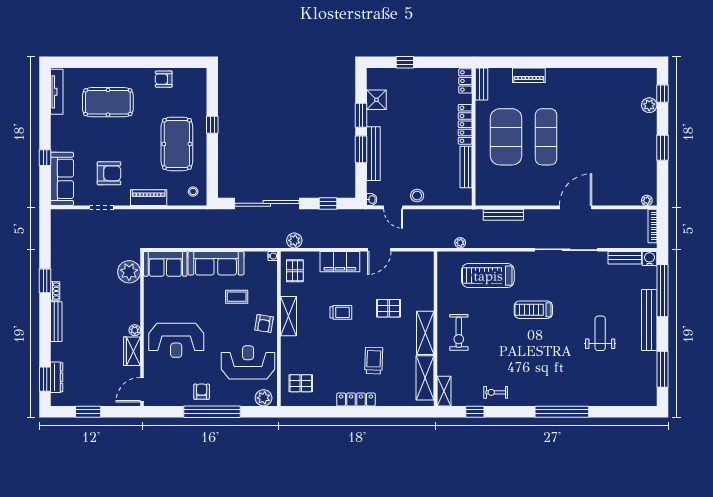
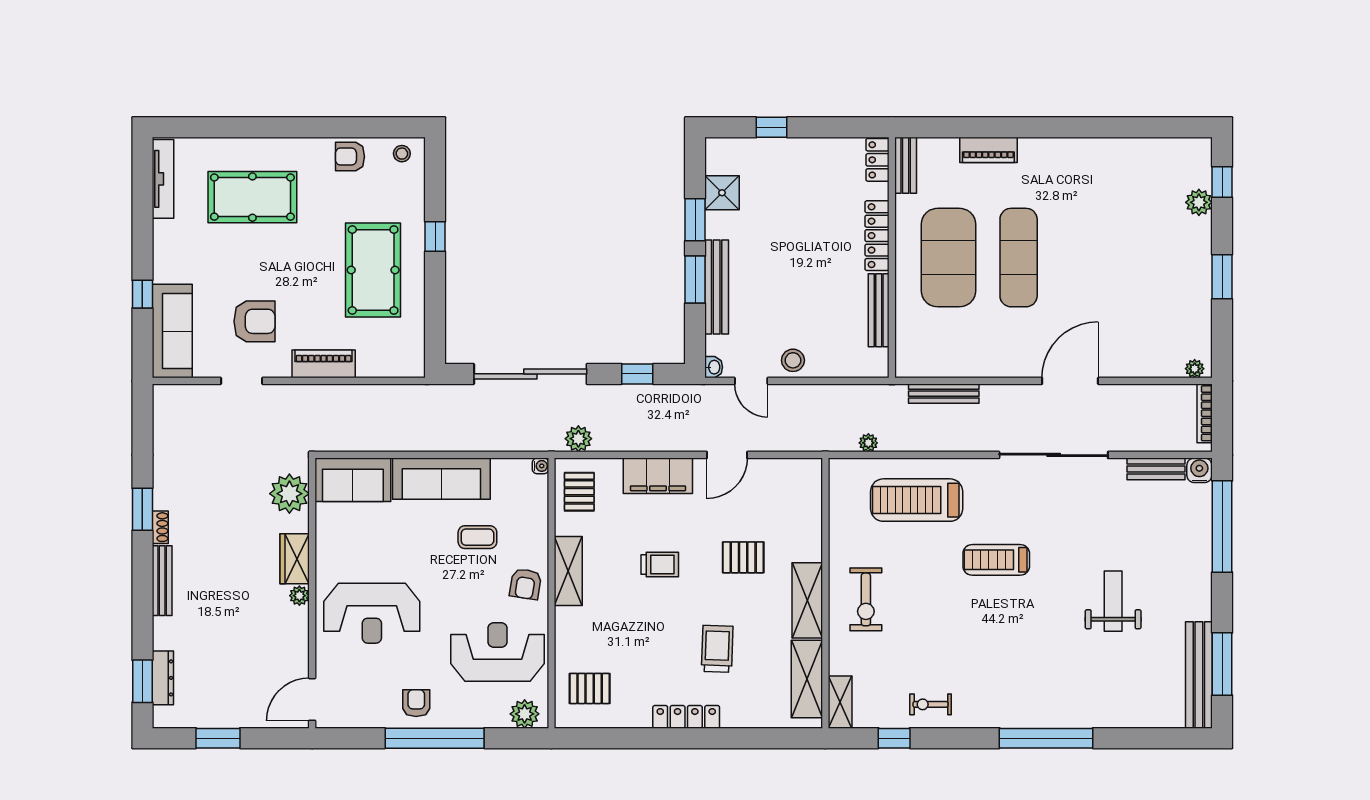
stool: (193, 191) -> (402, 154), moved
bench: (649, 320) -> (1199, 675), moved
wardrobe: (132, 351) -> (295, 559), moved

